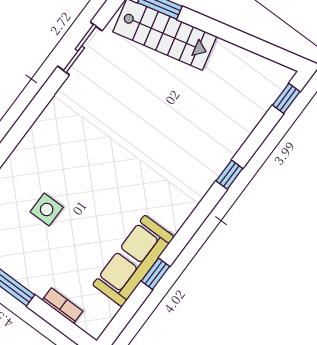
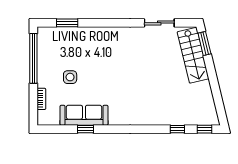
window: (229, 175) -> (177, 129), moved
side table: (47, 209) -> (70, 77), moved

